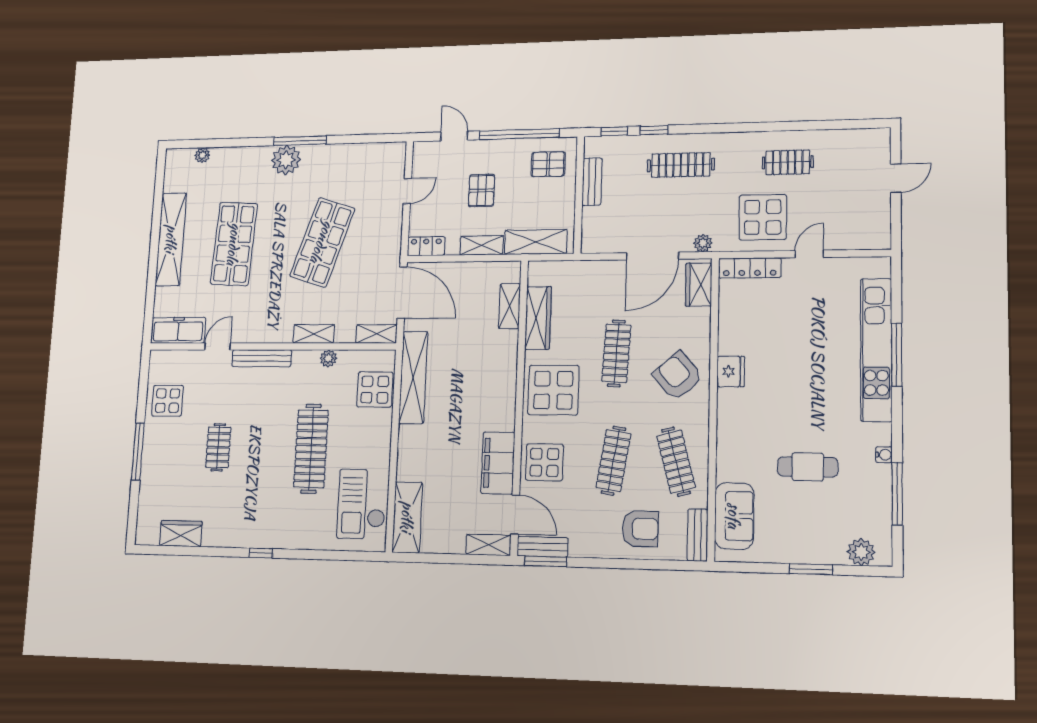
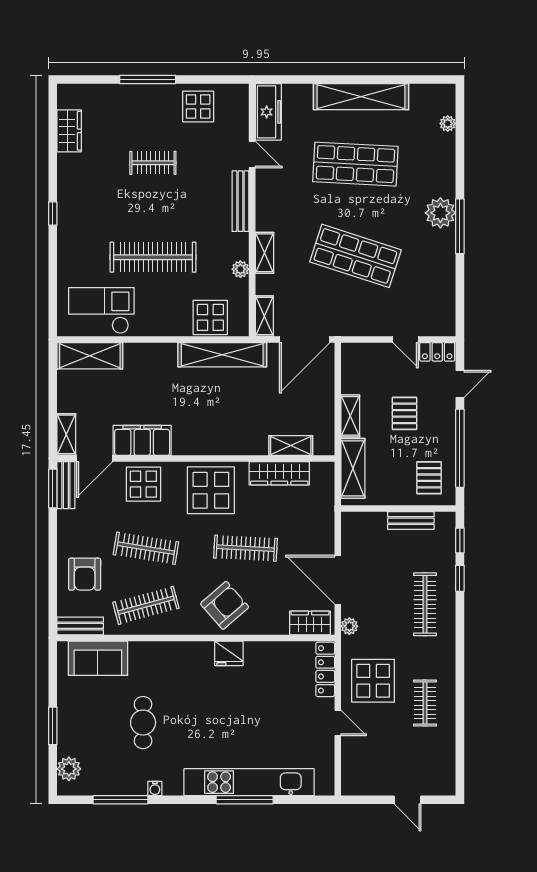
pallet: (481, 191) -> (404, 413), turned 90
locker: (426, 246) -> (437, 352), moved, turned 90

